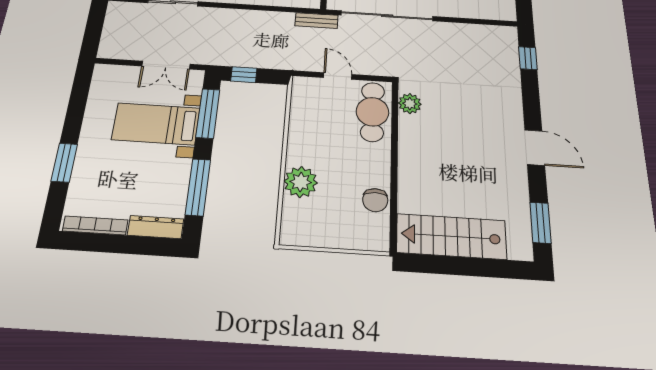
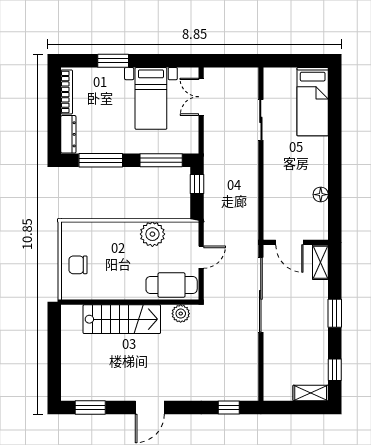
bench: (316, 21) -> (252, 238), removed
double door: (166, 65) -> (201, 97), moved
bed with nightstands: (156, 124) -> (151, 98), moved, turned 180
plant: (301, 182) -> (152, 234), moved
chair: (375, 200) -> (78, 265), moved
stairs: (451, 236) -> (122, 319), moved, turned 90

